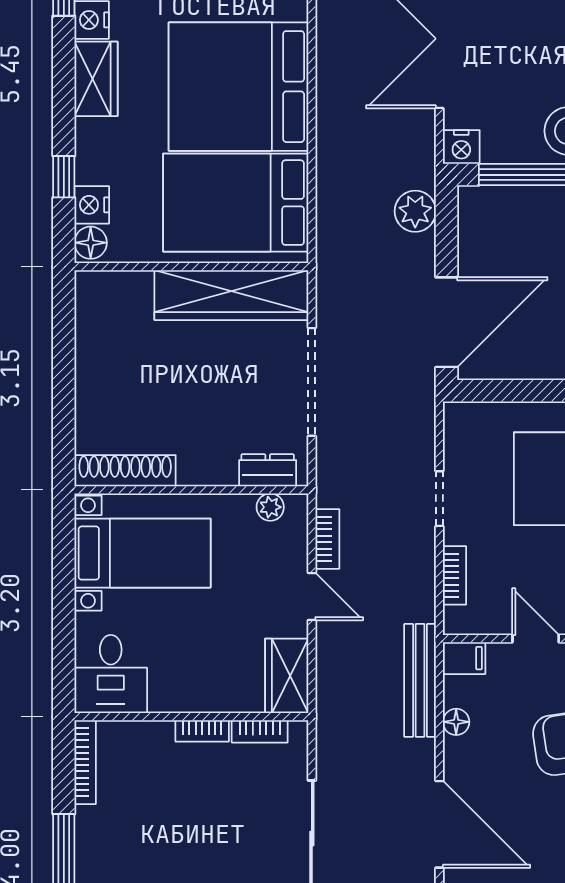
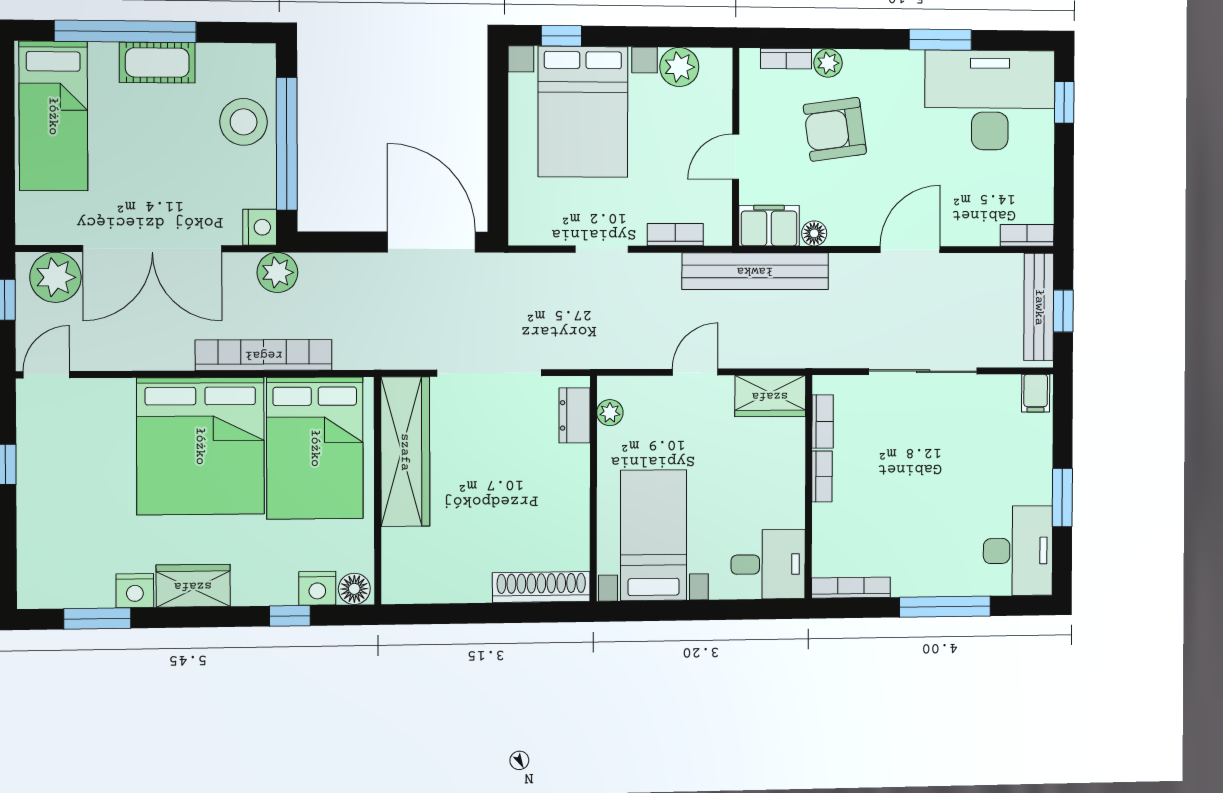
plant: (415, 211) -> (277, 272), moved
shoe rack: (125, 471) -> (541, 587), moved, turned 90
bookcase: (327, 539) -> (264, 355), moved, width x2.31, depth x1.31
filing cabinet: (464, 658) -> (769, 226), width x2.00
bench: (420, 680) -> (755, 271), width x1.37, depth x1.21
door: (439, 824) -> (910, 250), width x0.73

